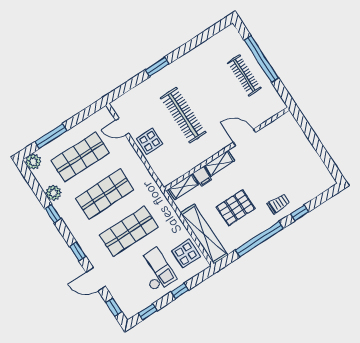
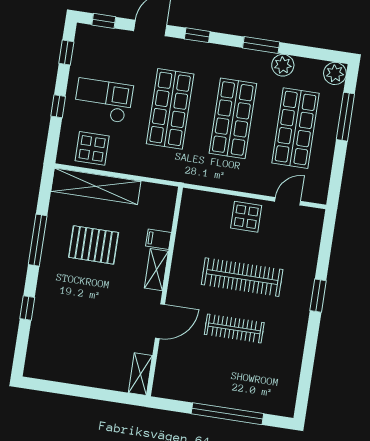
clothes rail: (244, 75) -> (234, 328), moved
shelving: (183, 187) -> (140, 374), moved
trolley: (279, 204) -> (57, 294), removed
pallet: (236, 208) -> (94, 245), turned 90
window: (53, 214) -> (261, 45), width x1.50
window: (259, 239) -> (38, 240), width x0.68
checkout: (156, 270) -> (103, 101), turned 180

